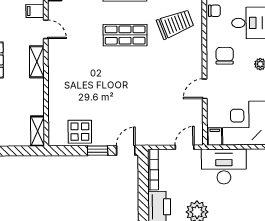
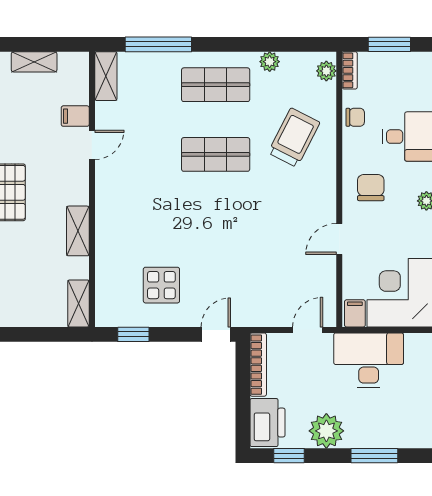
trolley: (175, 24) -> (294, 138), turned -42
door: (46, 29) -> (92, 145), hinge flipped
shelving: (37, 62) -> (78, 231), moved
display table: (80, 132) -> (161, 285), moved
window: (98, 151) -> (133, 334), moved

